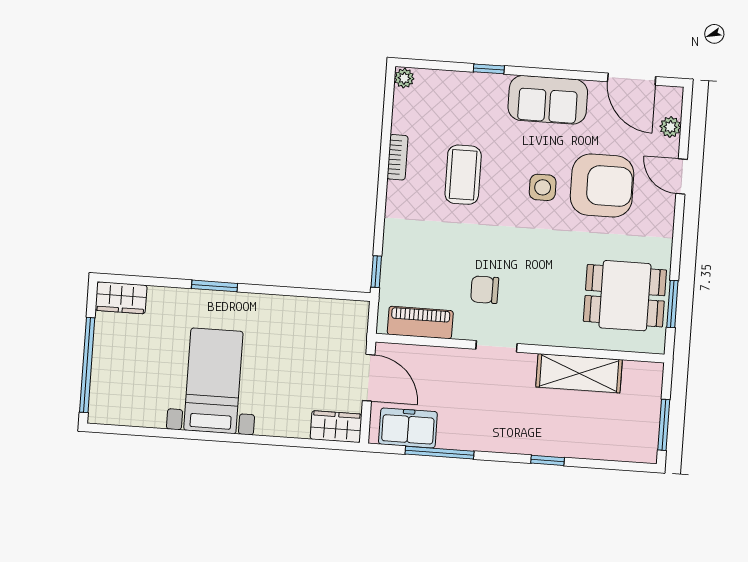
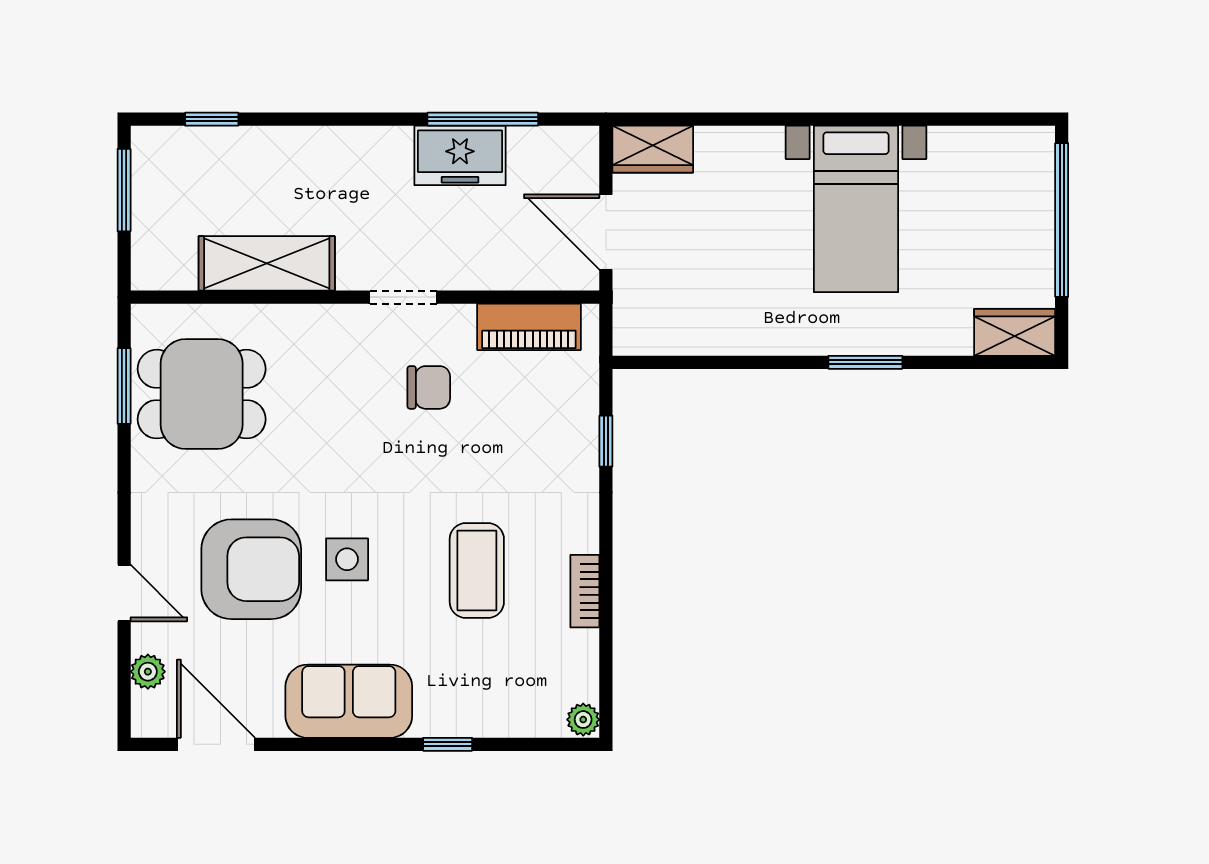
armchair: (602, 186) -> (251, 569), turned 180
window: (376, 272) -> (606, 441), moved
freezer: (408, 428) -> (460, 155), moved
window: (548, 460) -> (212, 119), moved

